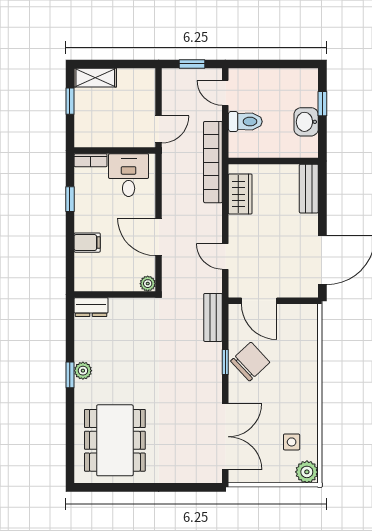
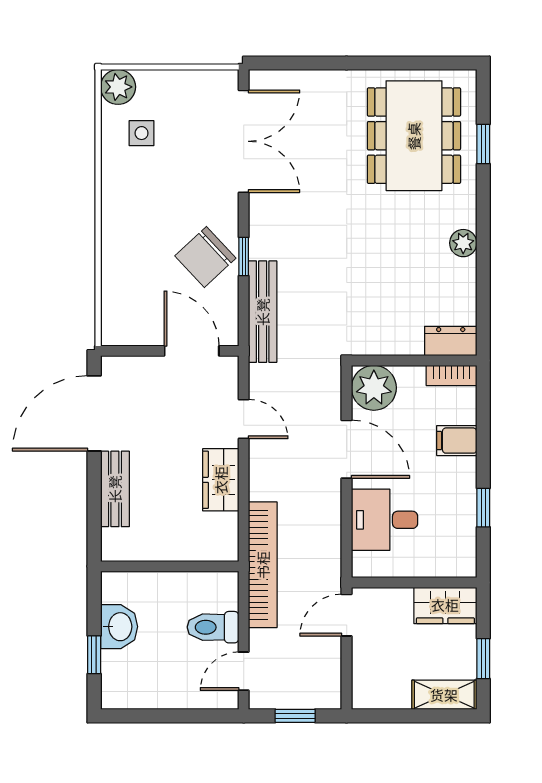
door: (225, 93) -> (244, 671), swing flipped
wardrobe: (94, 136) -> (445, 605), added
bookcase: (91, 160) -> (452, 375), moved, turned 180
desk: (129, 175) -> (385, 520), moved, turned 90
bench: (309, 189) -> (115, 489), moved
wardrobe: (240, 194) -> (221, 480), moved
plant: (148, 284) -> (374, 388), width x1.88, depth x1.88
bench: (213, 317) -> (263, 312), width x1.36
window: (70, 375) -> (483, 144), moved
double door: (225, 437) -> (244, 141), swing flipped

